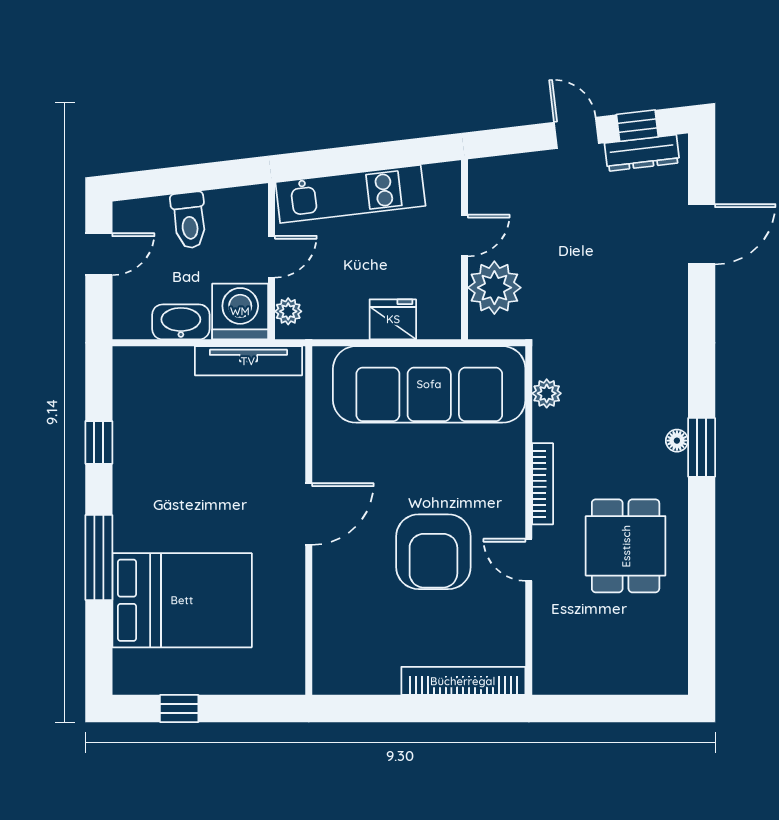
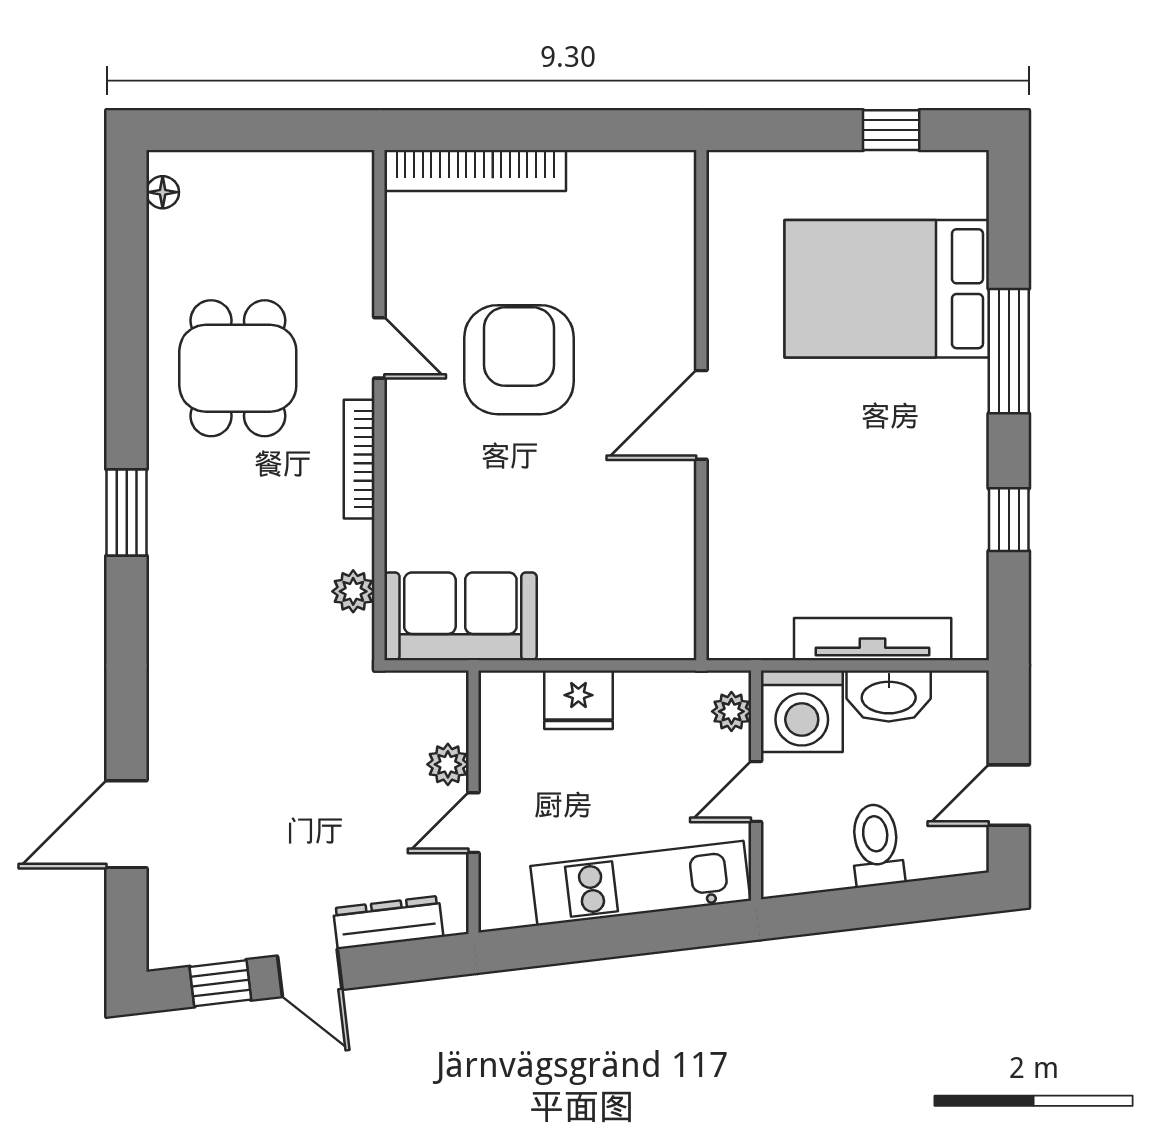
dresser: (642, 153) -> (388, 923), moved
plant: (494, 288) -> (448, 764), width x0.53, depth x0.53
tv unit: (248, 361) -> (873, 639), moved
sofa: (429, 384) -> (460, 616), width x0.54, depth x0.79
floor lamp: (677, 441) -> (163, 192), moved

